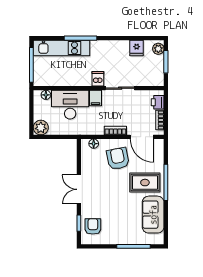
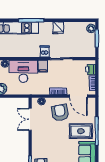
fridge: (137, 48) -> (58, 28), moved
double door: (79, 189) -> (30, 119), moved

